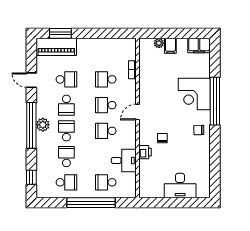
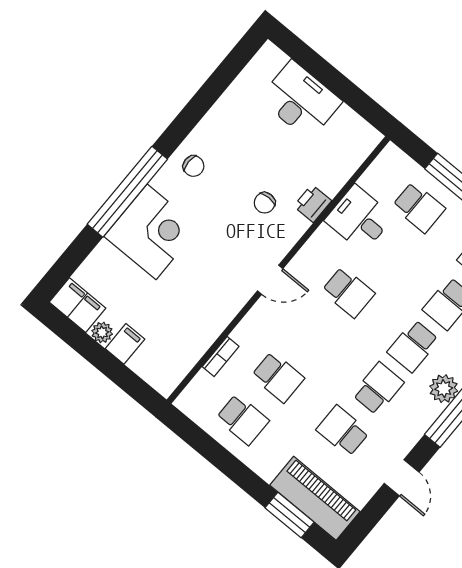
plant: (159, 43) -> (102, 332), moved
school desk: (106, 105) -> (243, 419), moved

